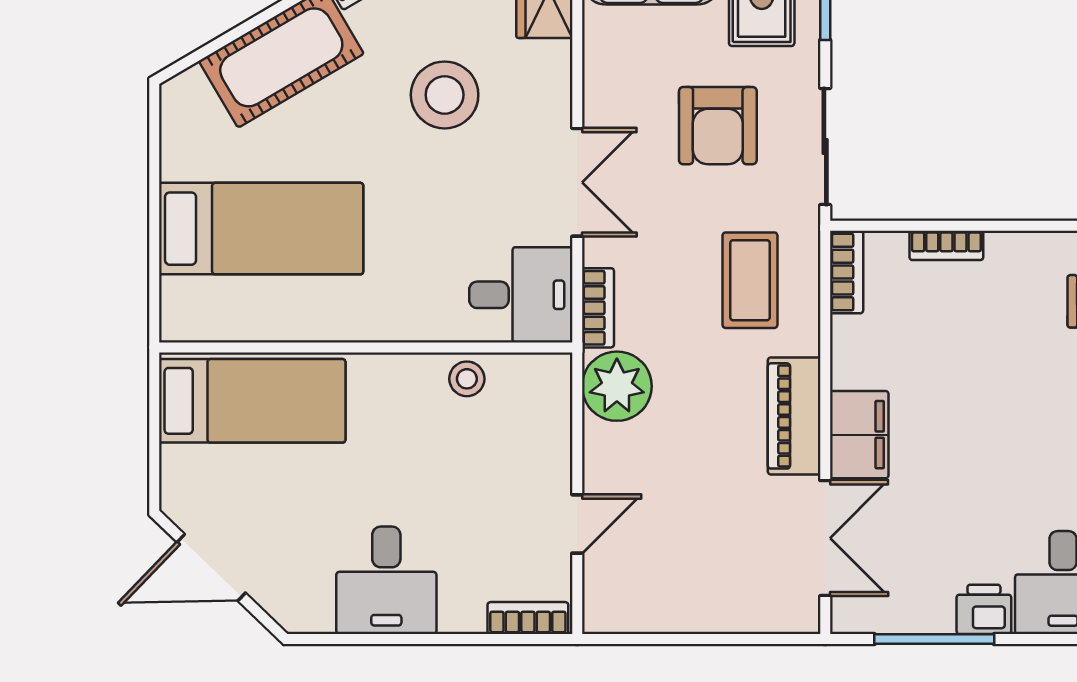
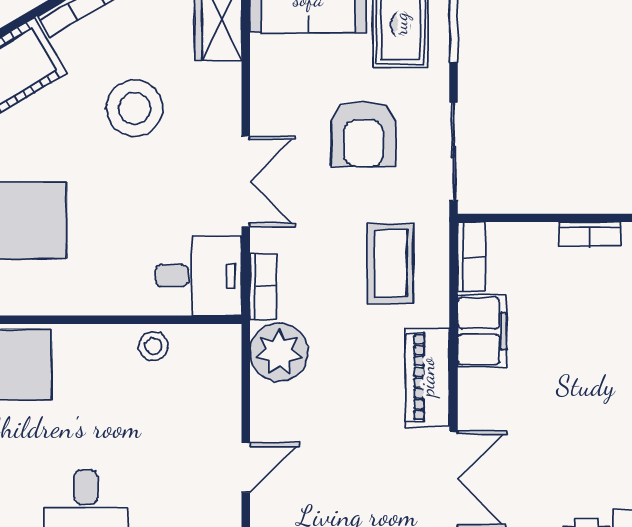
bookcase: (946, 245) -> (590, 234), moved
filing cabinet: (859, 435) -> (482, 331), moved

